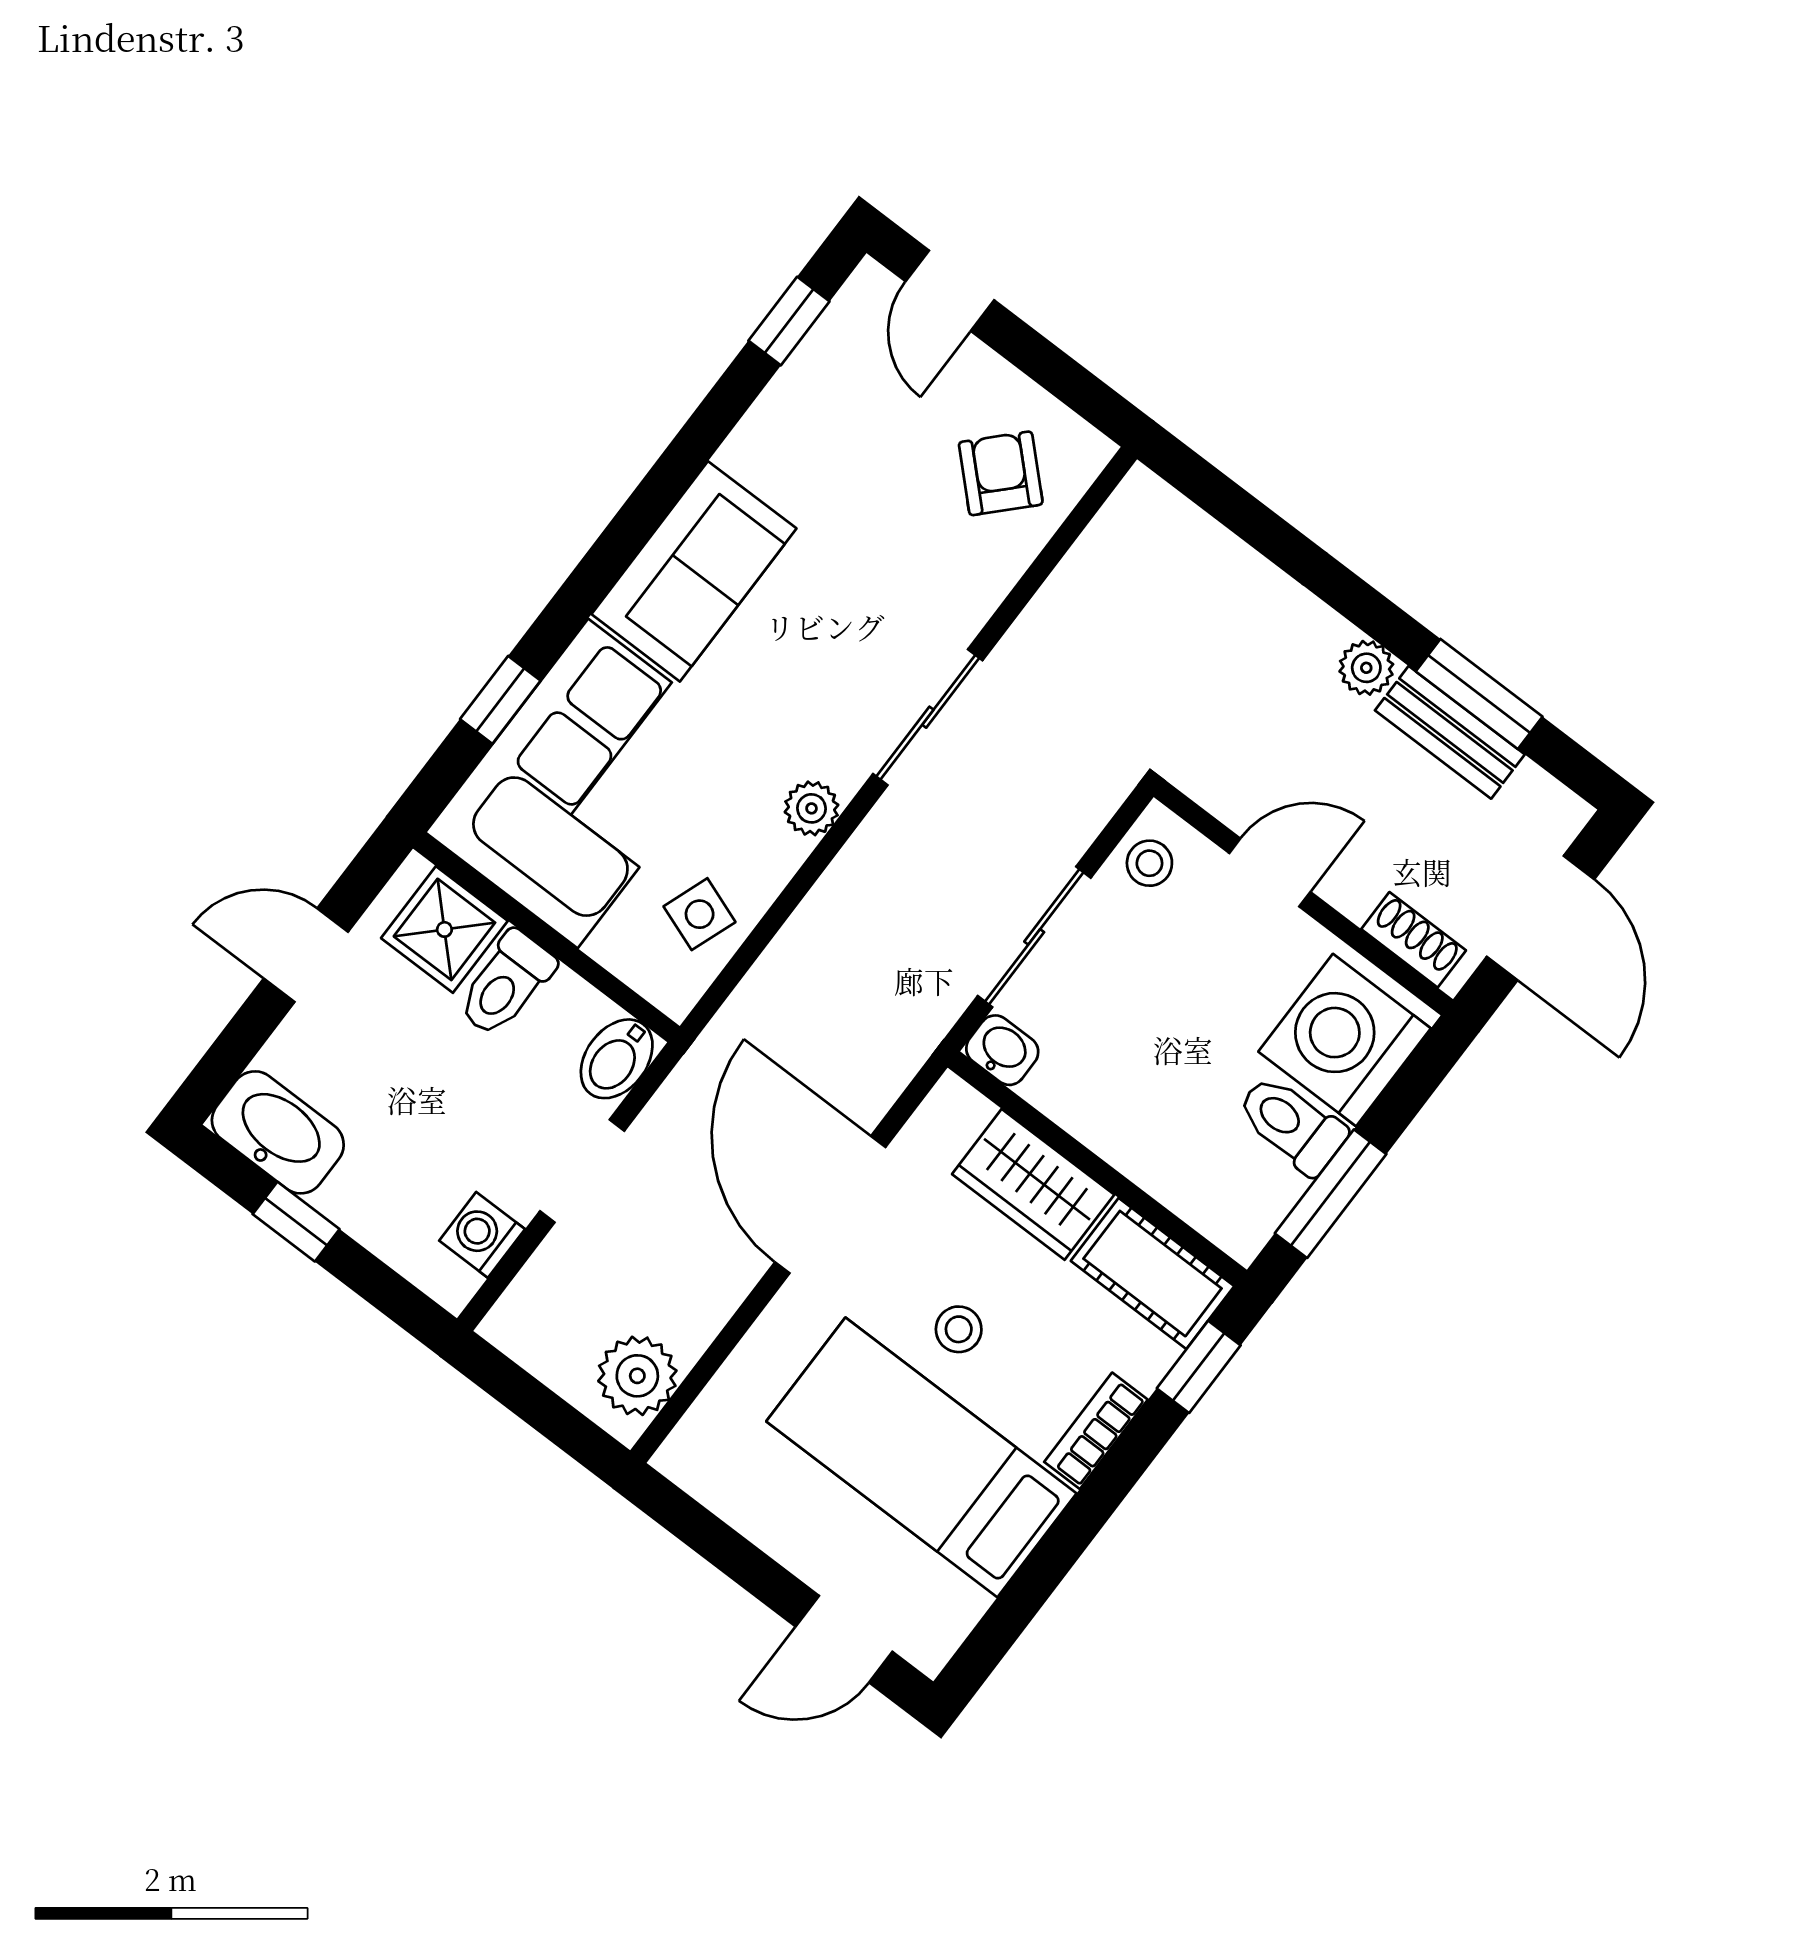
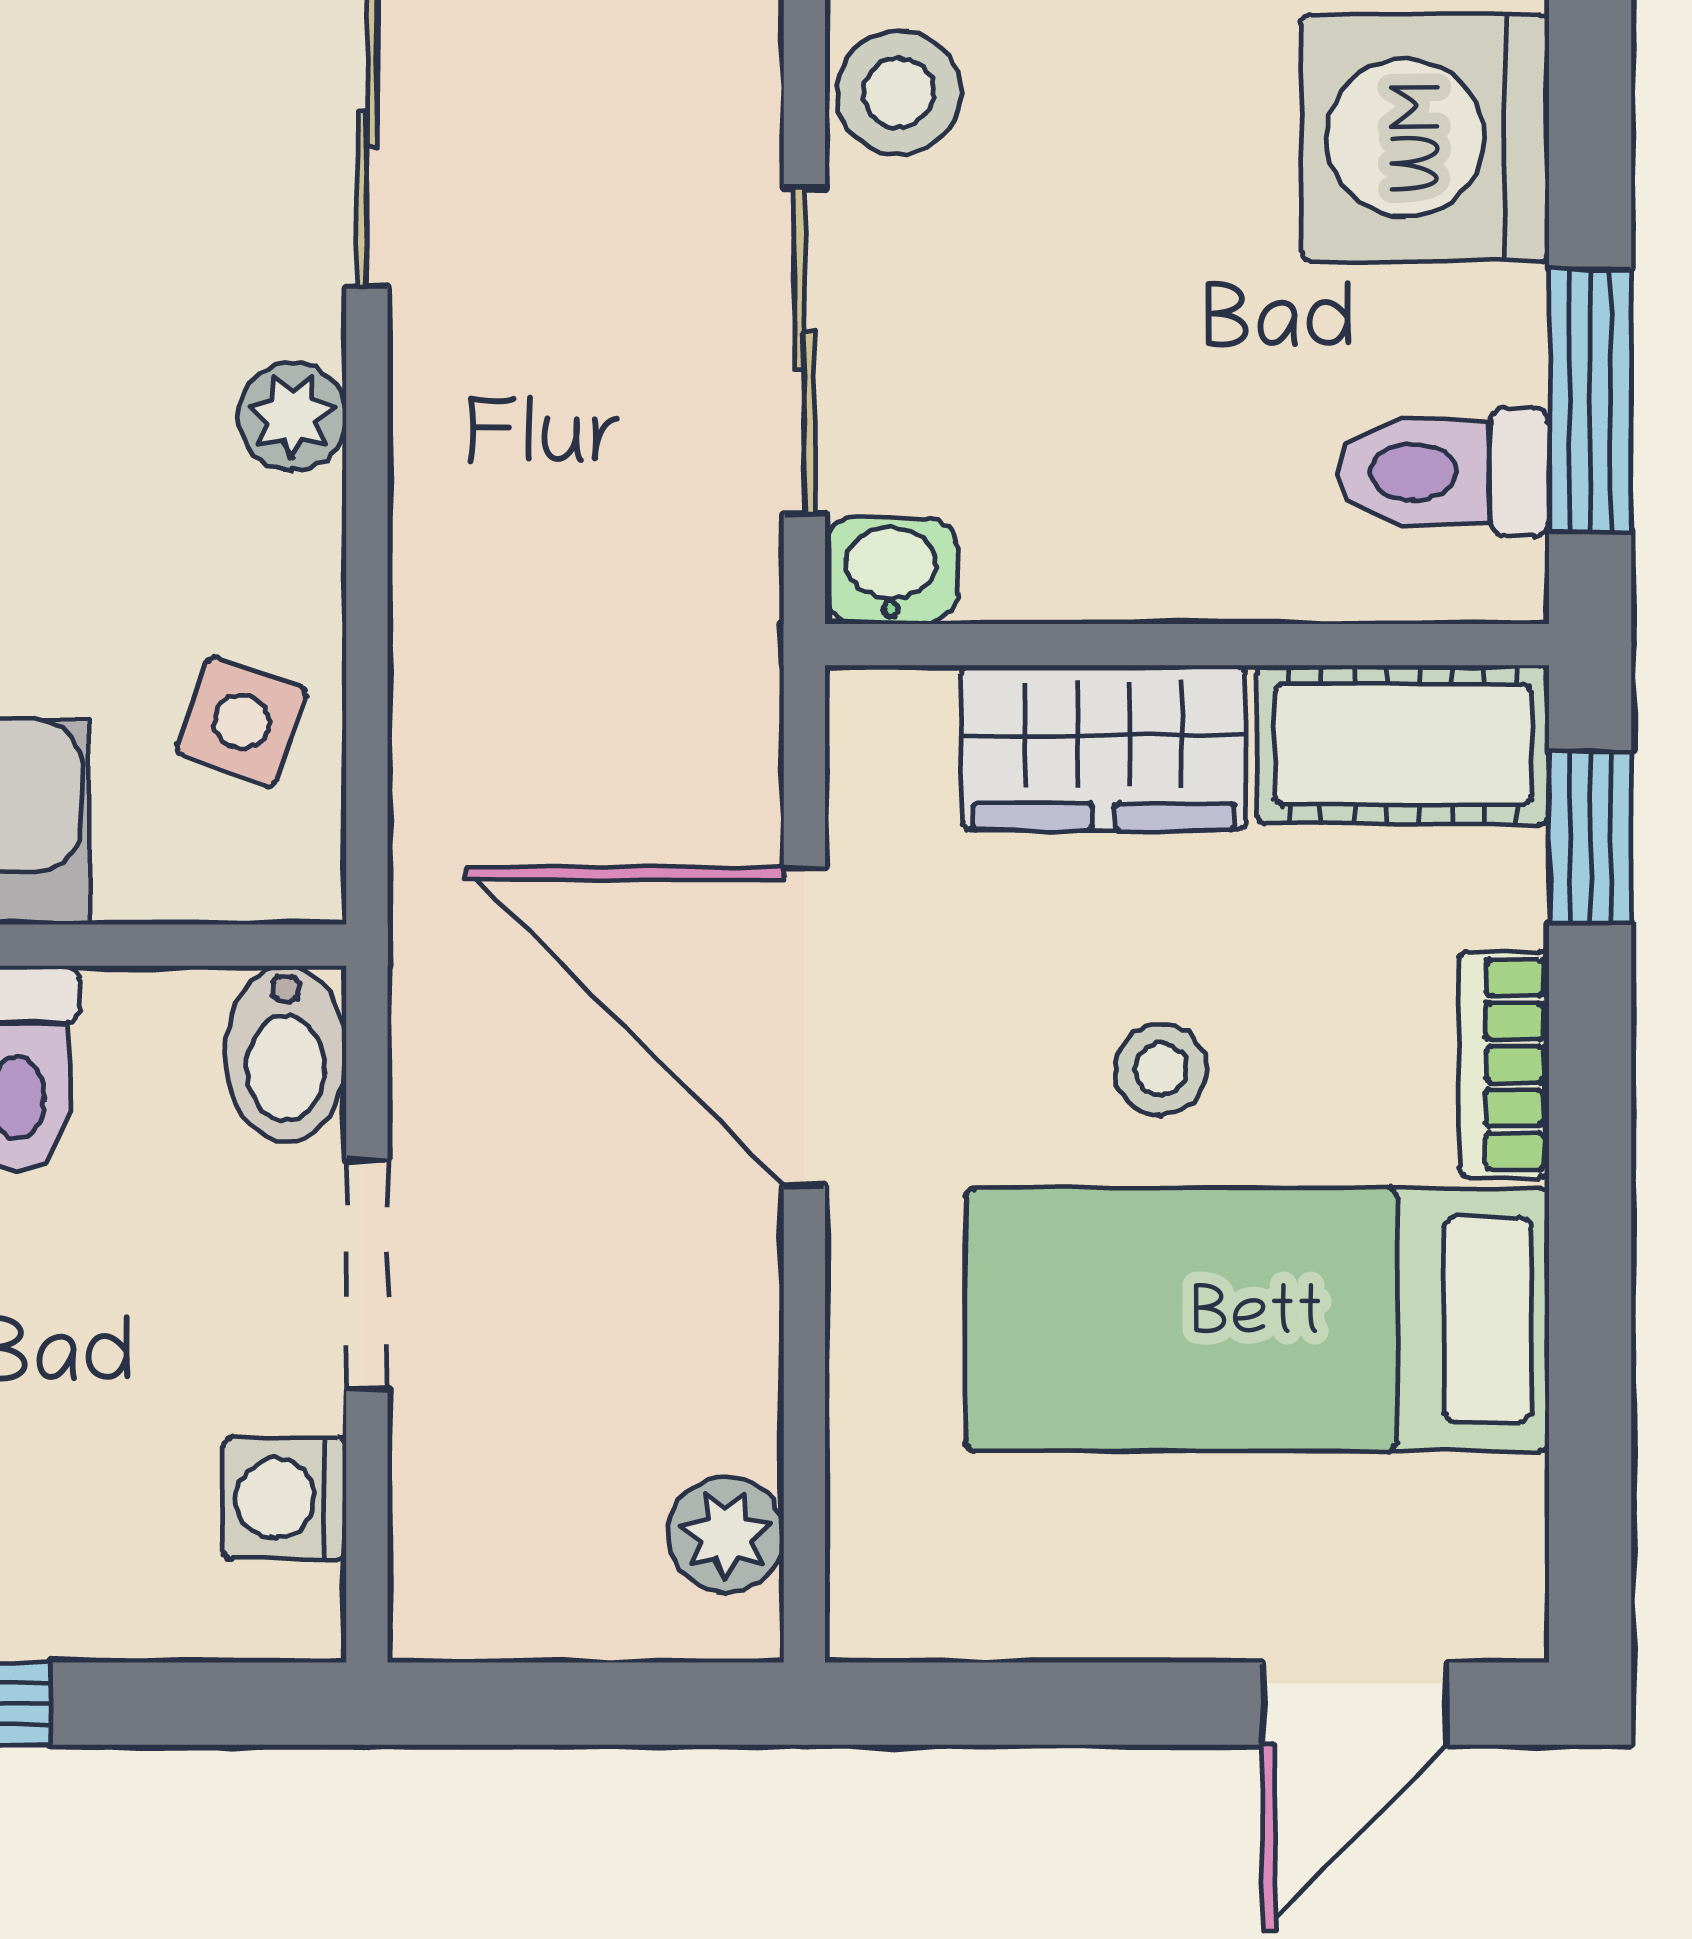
stool: (1149, 863) -> (899, 93), width x1.37, depth x1.37
toilet: (1292, 1124) -> (1443, 472), moved
plant: (637, 1376) -> (726, 1535), width x0.73, depth x0.73

